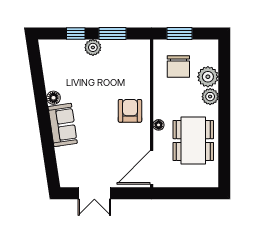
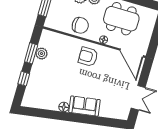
plant: (93, 47) -> (41, 54), moved
chair: (178, 67) -> (80, 25), moved

